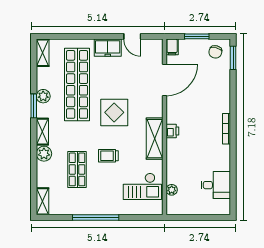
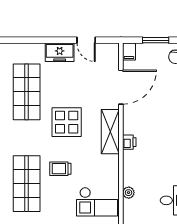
shop shelf: (77, 84) -> (27, 92), width x0.71
shelving: (155, 139) -> (110, 132), moved
shop shelf: (77, 169) -> (27, 184), width x1.43, depth x1.36
plant: (172, 190) -> (129, 193), moved

